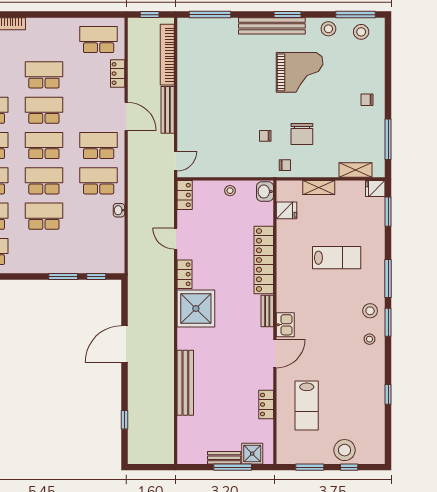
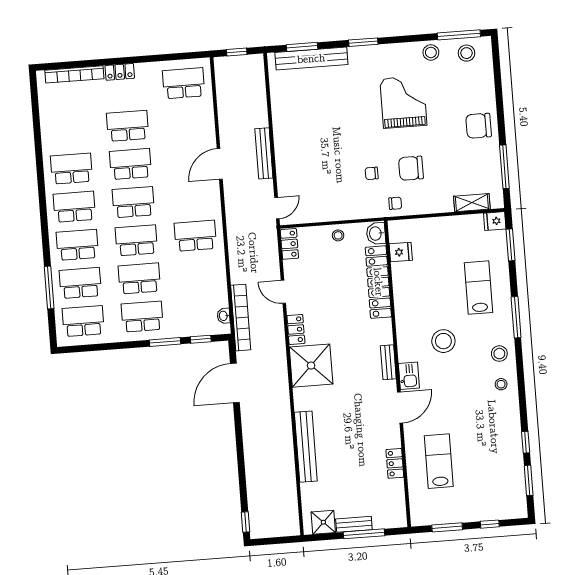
window: (210, 15) -> (302, 47), width x0.69
window: (287, 15) -> (363, 42), moved
bench: (272, 26) -> (311, 59), moved
bookcase: (167, 55) -> (241, 318), moved, turned 180
grand piano: (300, 72) -> (403, 102), turned -90
locker: (118, 74) -> (120, 72), moved, turned -90
chair: (367, 100) -> (479, 126), width x1.87, depth x1.87
door: (126, 116) -> (220, 164), swing flipped
chair: (302, 134) -> (411, 168), turned 90
school desk: (99, 146) -> (142, 317), moved
shelving: (319, 187) -> (434, 225), removed
washbasin: (119, 210) -> (224, 316), moved
lab bench: (337, 258) -> (478, 288), moved, turned -90
locker: (264, 260) -> (378, 282), moved
window: (388, 322) -> (529, 480), moved
door: (125, 344) -> (235, 383), moved
lab bench: (307, 406) -> (439, 461), turned 180
window: (125, 420) -> (246, 522), moved
stool: (345, 450) -> (443, 341), moved
shower: (252, 454) -> (323, 522), moved

